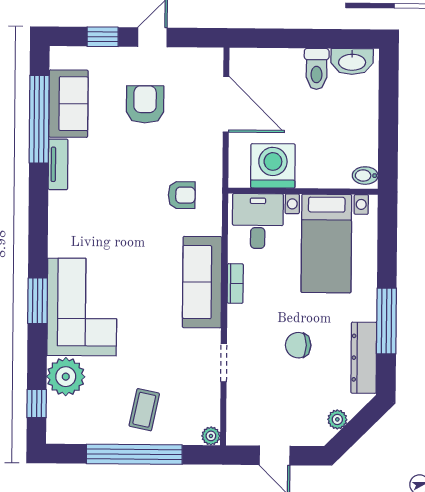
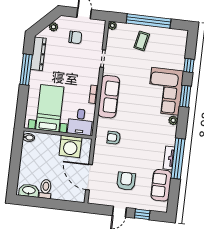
armchair: (145, 104) -> (126, 181), turned 180
window: (39, 119) -> (178, 159), moved
chair: (298, 345) -> (75, 37), moved
plant: (66, 377) -> (173, 120), moved, width x0.53, depth x0.53
window: (37, 404) -> (189, 65), moved

